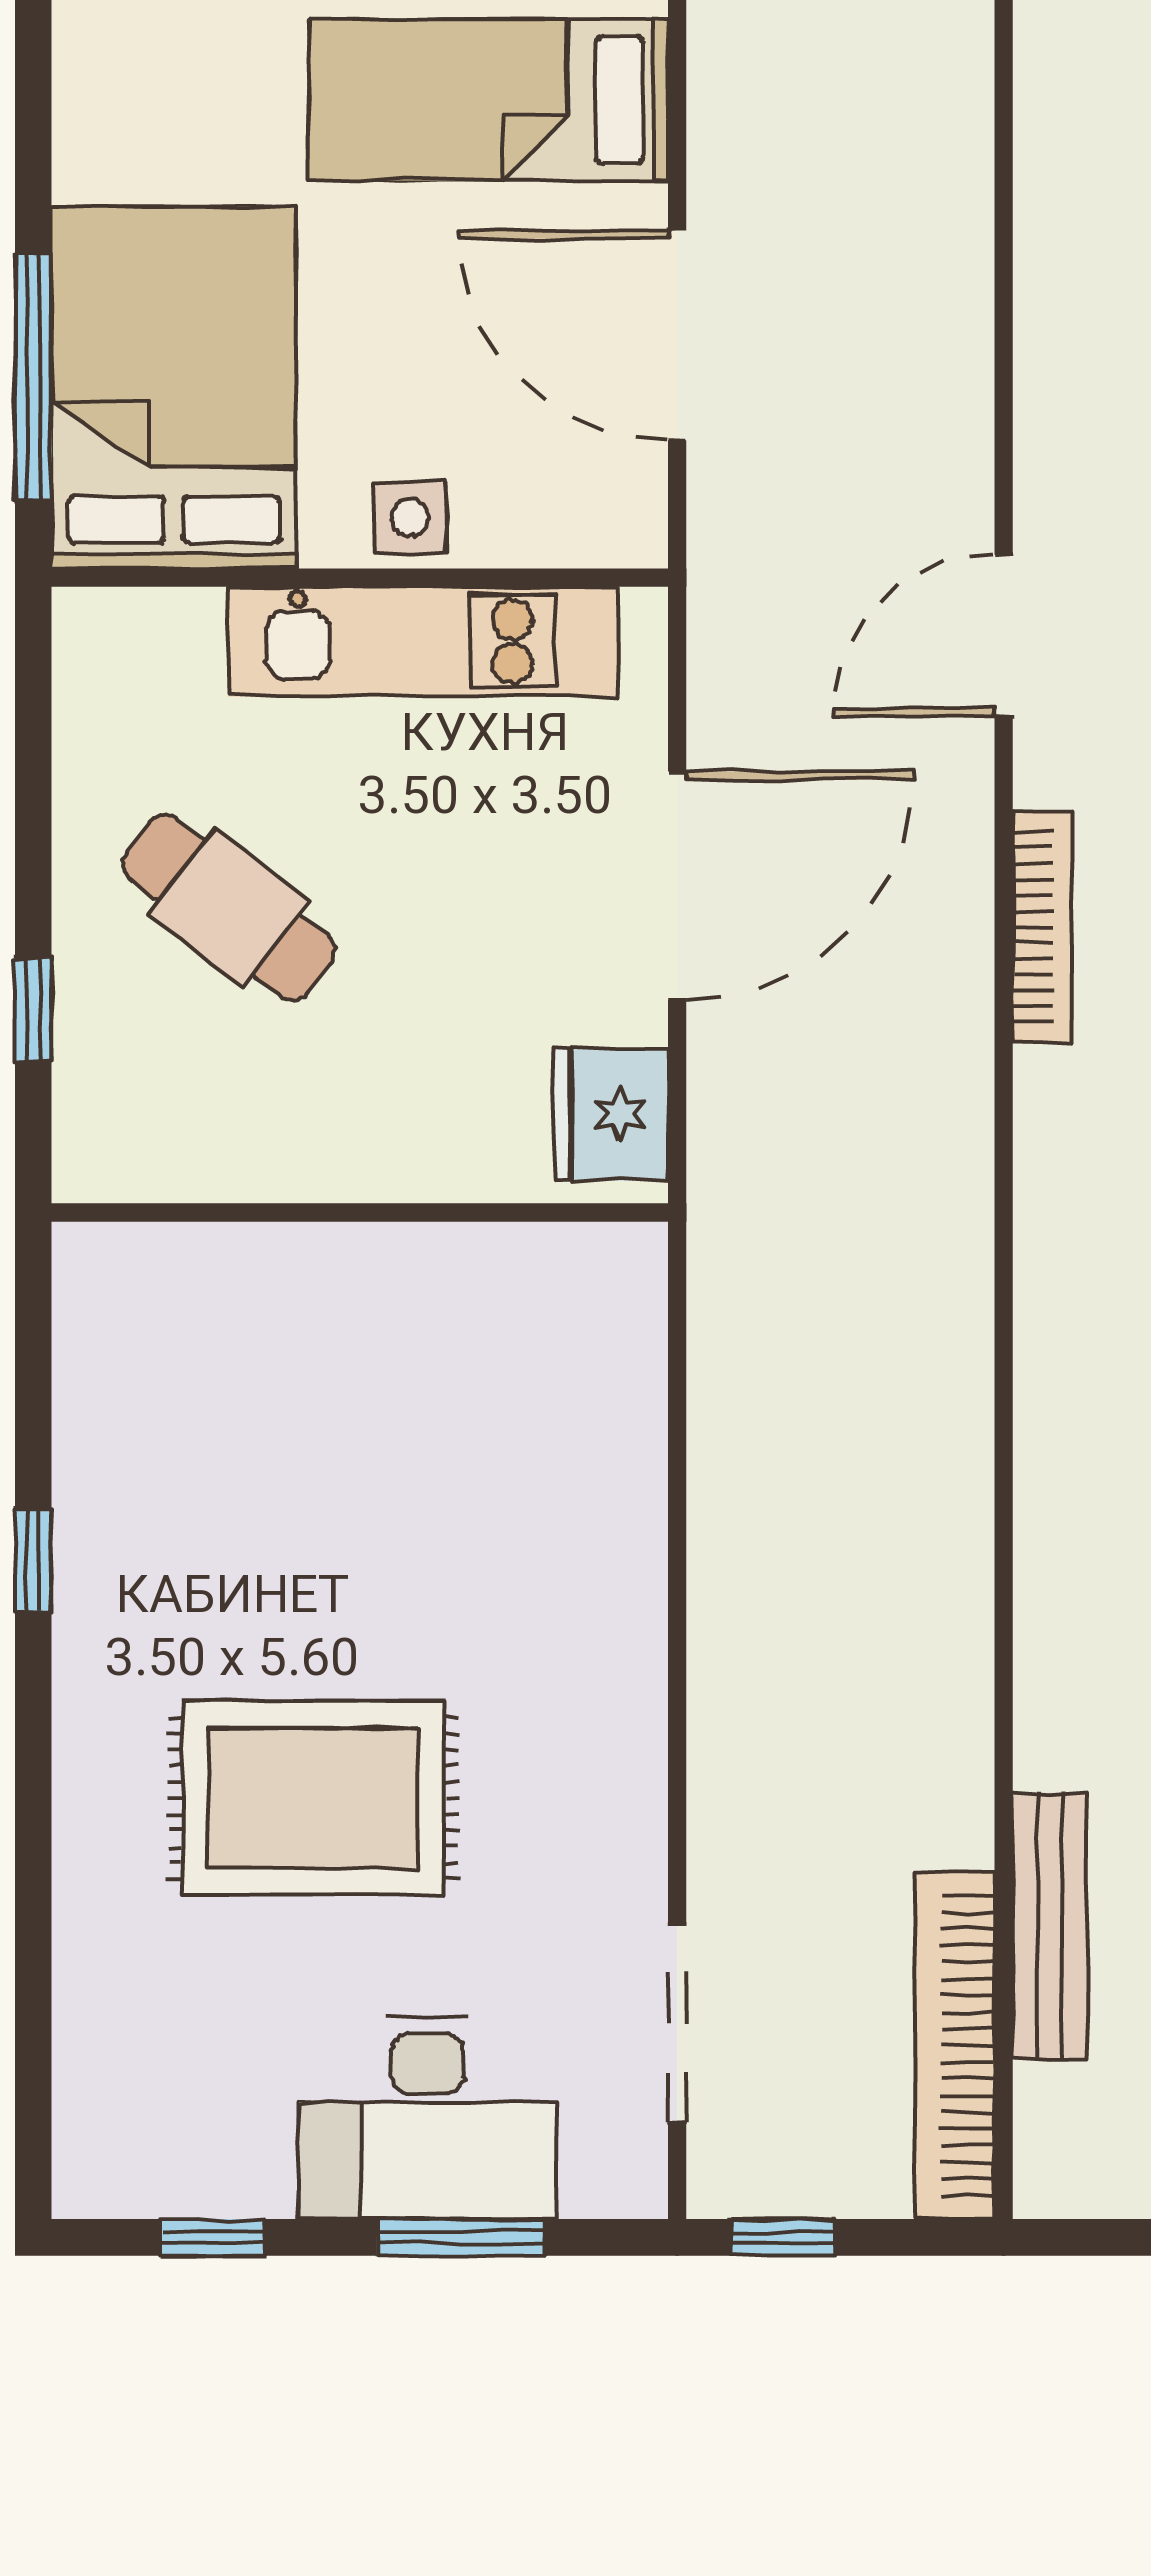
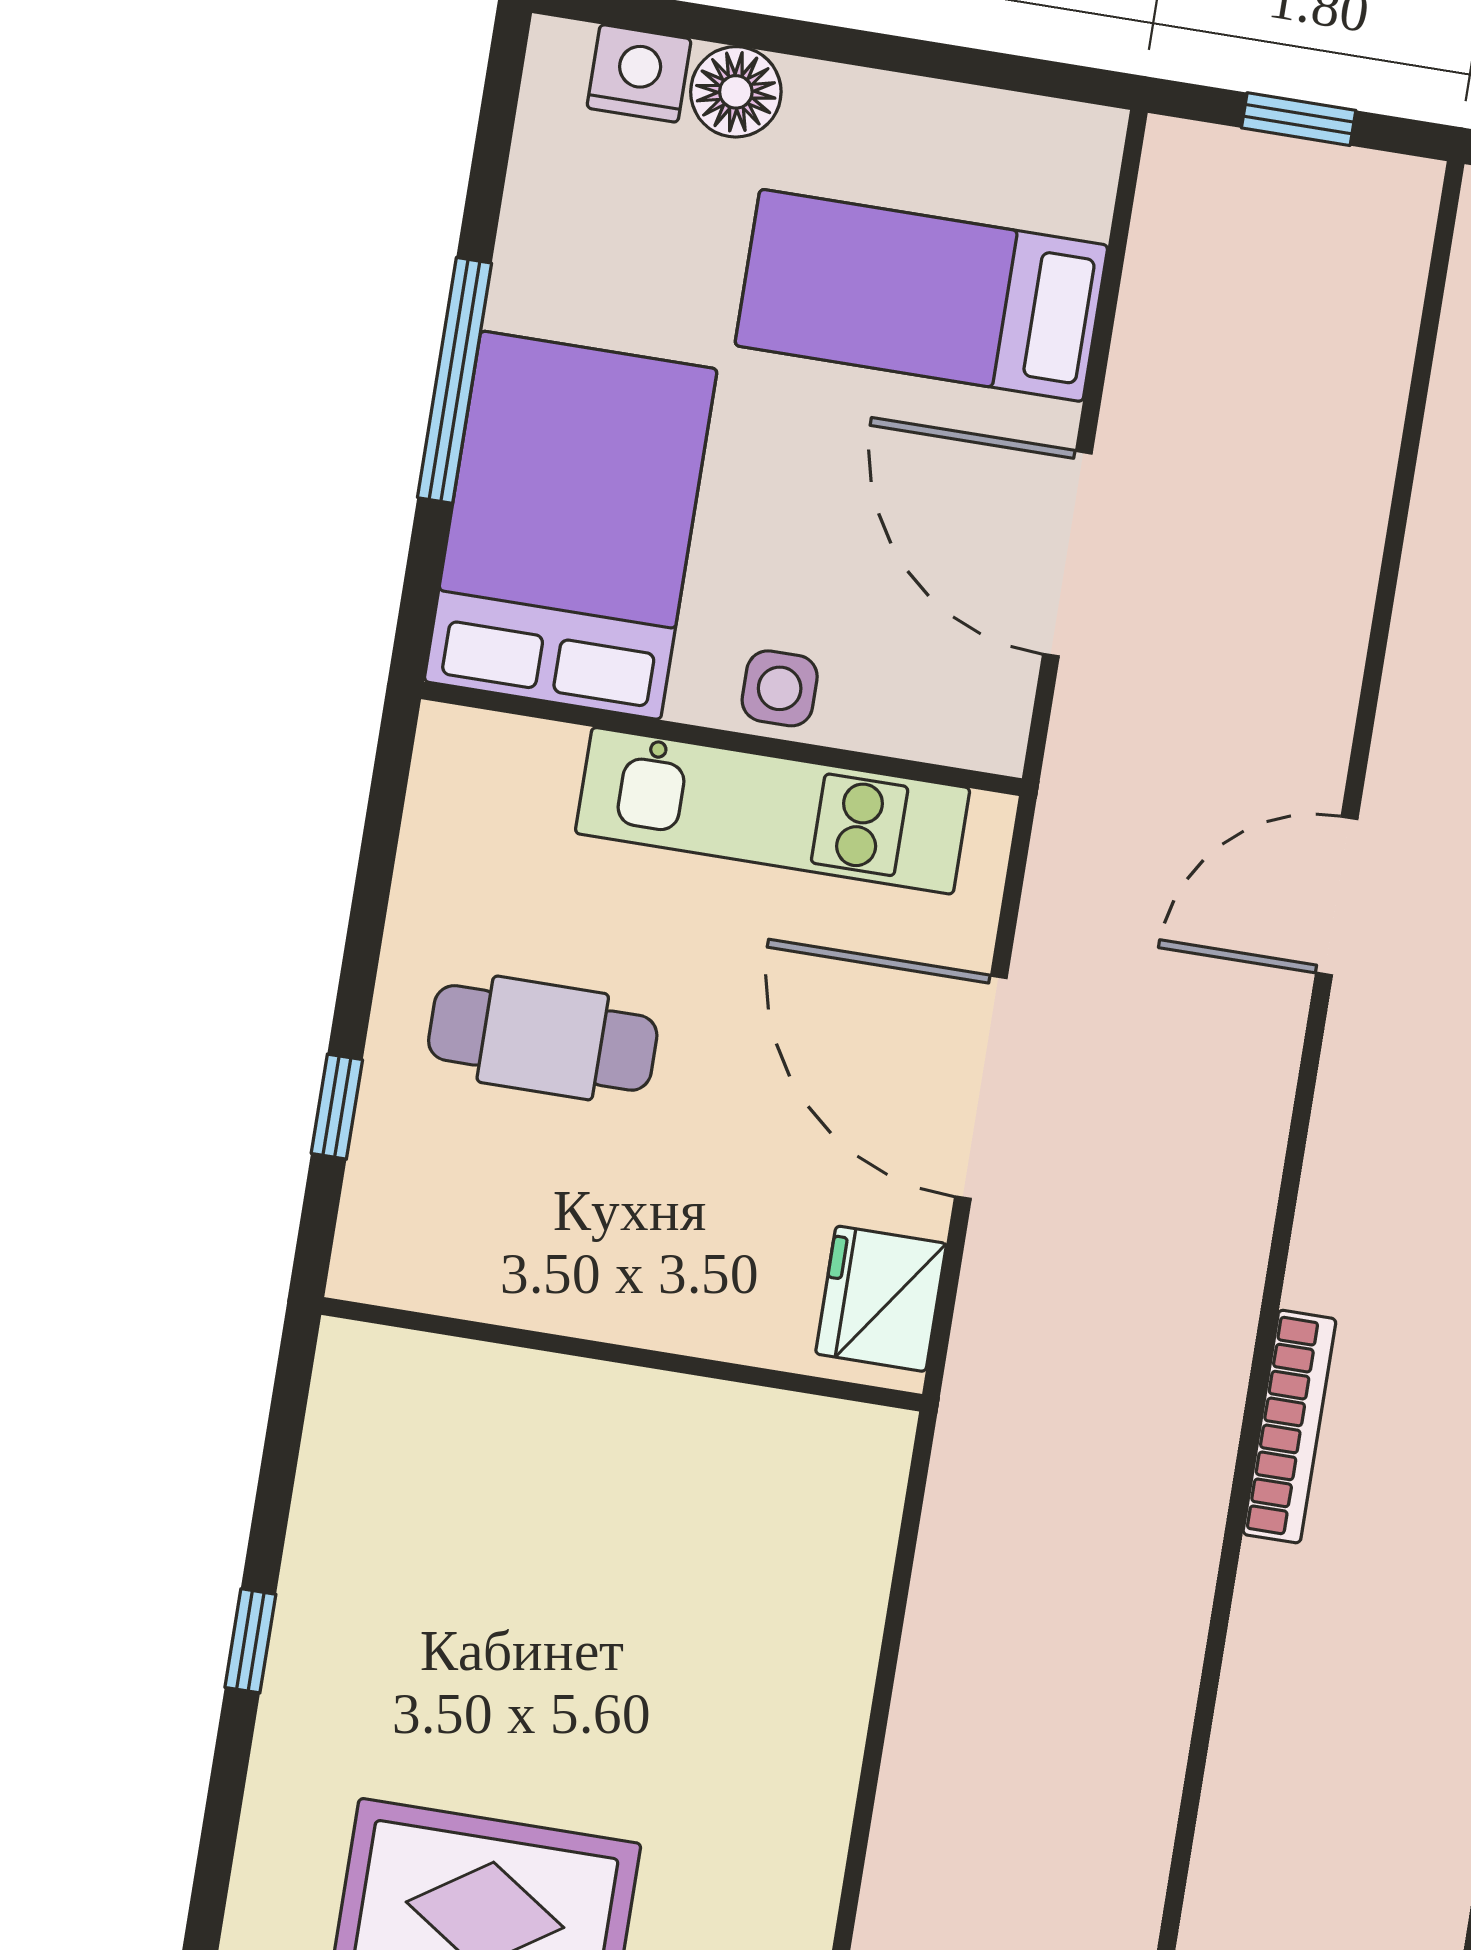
window: (33, 377) -> (455, 380), moved
door: (677, 886) -> (981, 1087), swing flipped
cafe table: (229, 907) -> (543, 1038), turned -38
bookcase: (1042, 927) -> (1289, 1427), moved

